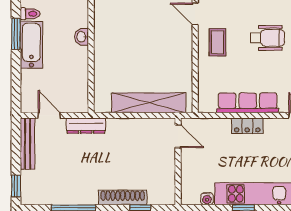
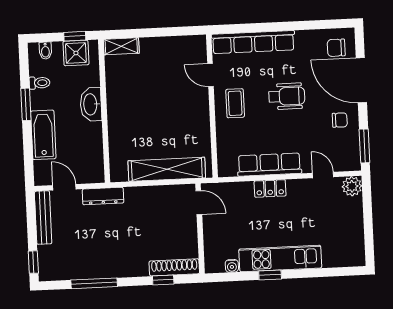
washbasin: (82, 37) -> (91, 104), width x1.91, depth x1.45
bathtub: (31, 45) -> (43, 135), moved
shoe rack: (123, 198) -> (174, 267), moved

